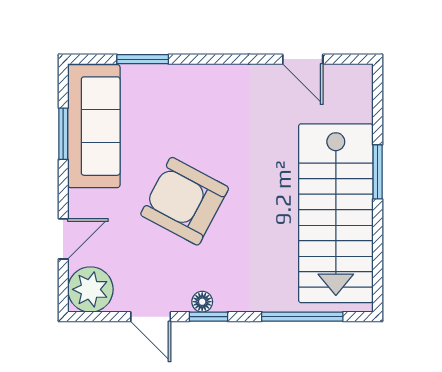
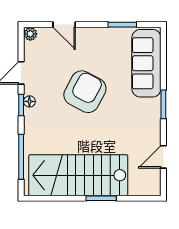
window: (143, 59) -> (163, 104), moved
sofa: (94, 126) -> (146, 63), moved, turned 90
plant: (90, 289) -> (30, 34), width x0.53, depth x0.53

